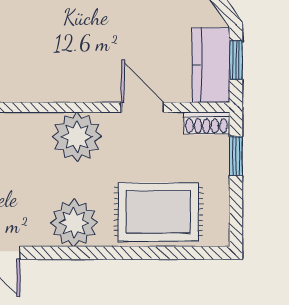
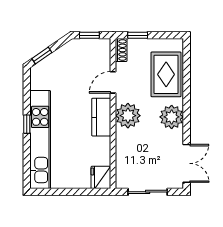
kitchen counter: (211, 65) -> (101, 117), moved, turned 90

